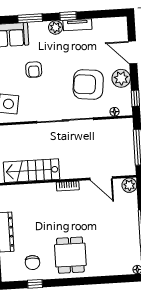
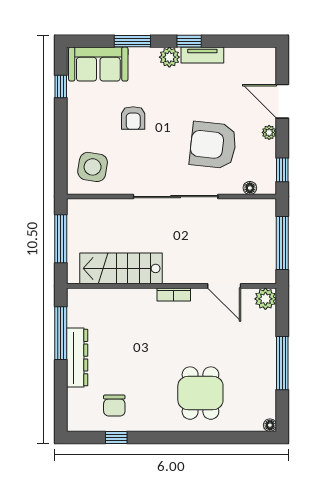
plant: (121, 78) -> (269, 132), width x0.53, depth x0.53
dining table: (70, 255) -> (200, 393), moved

